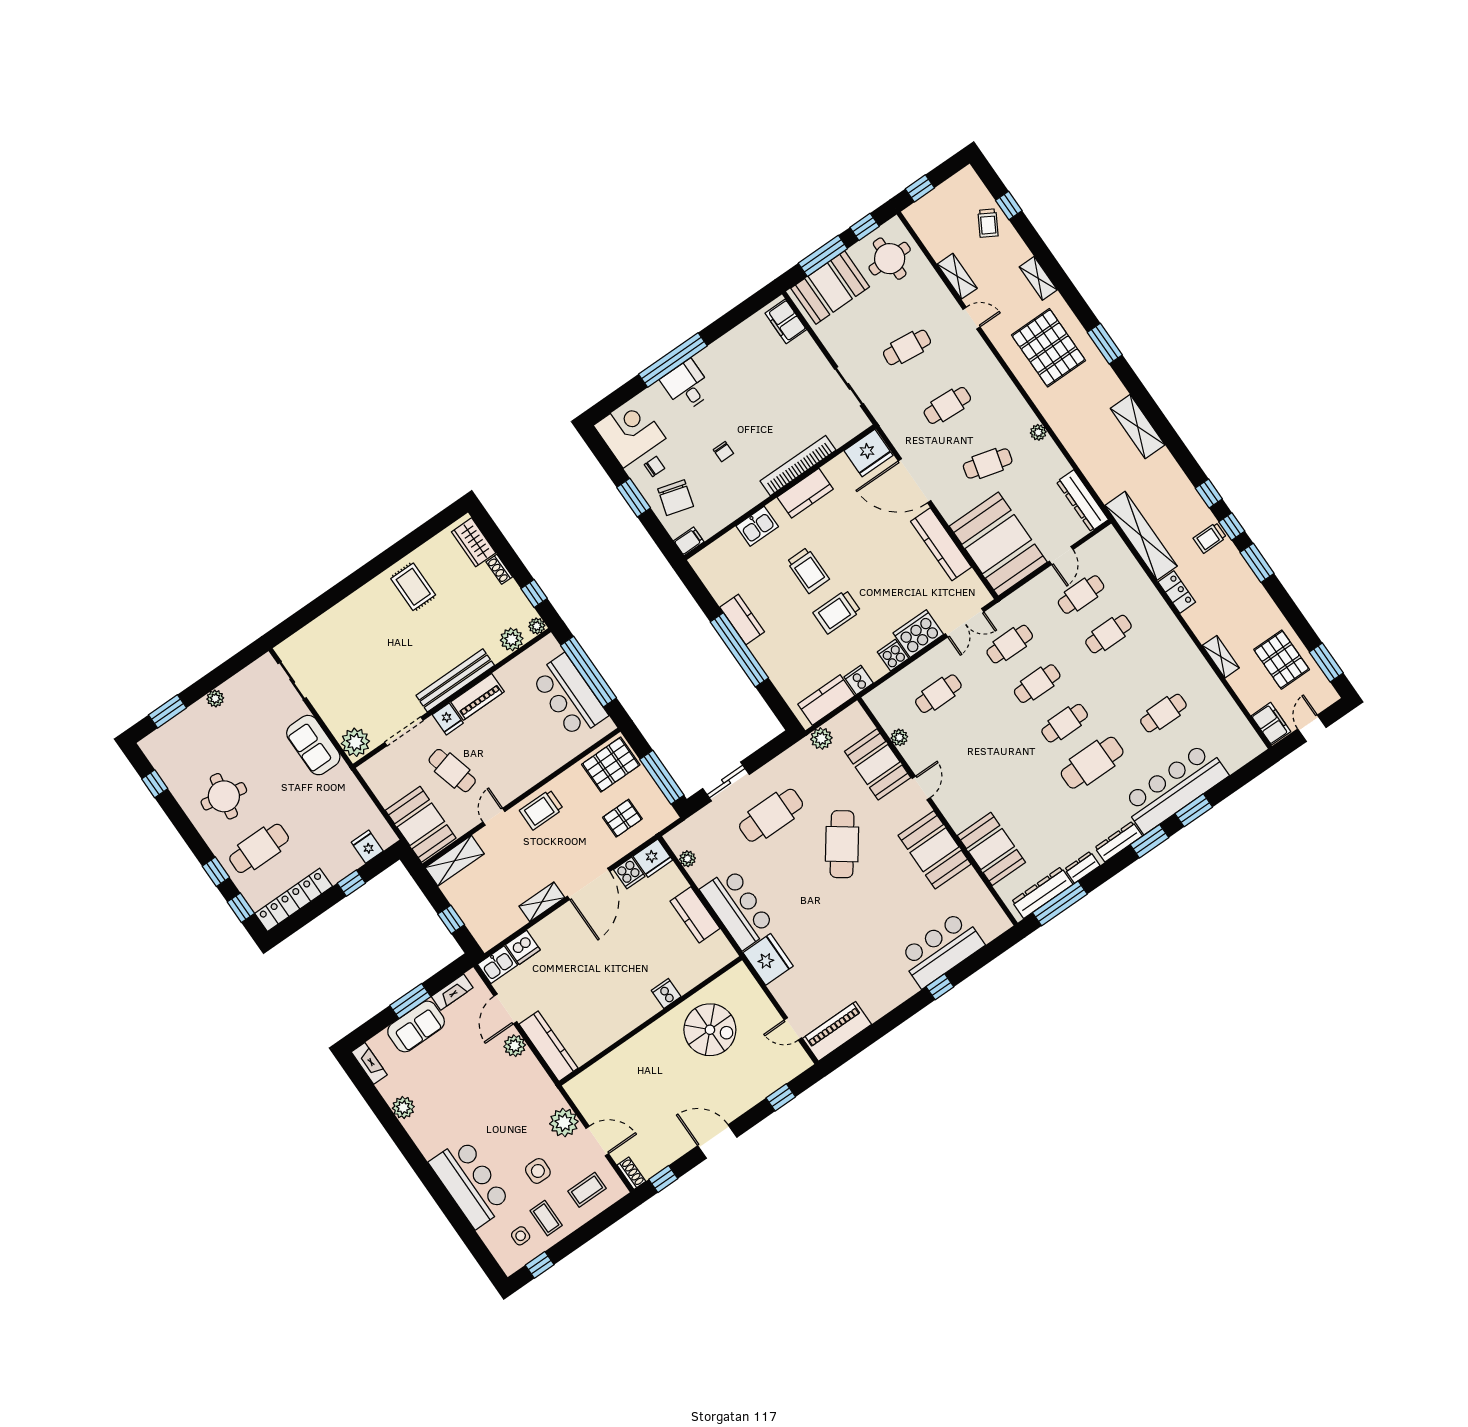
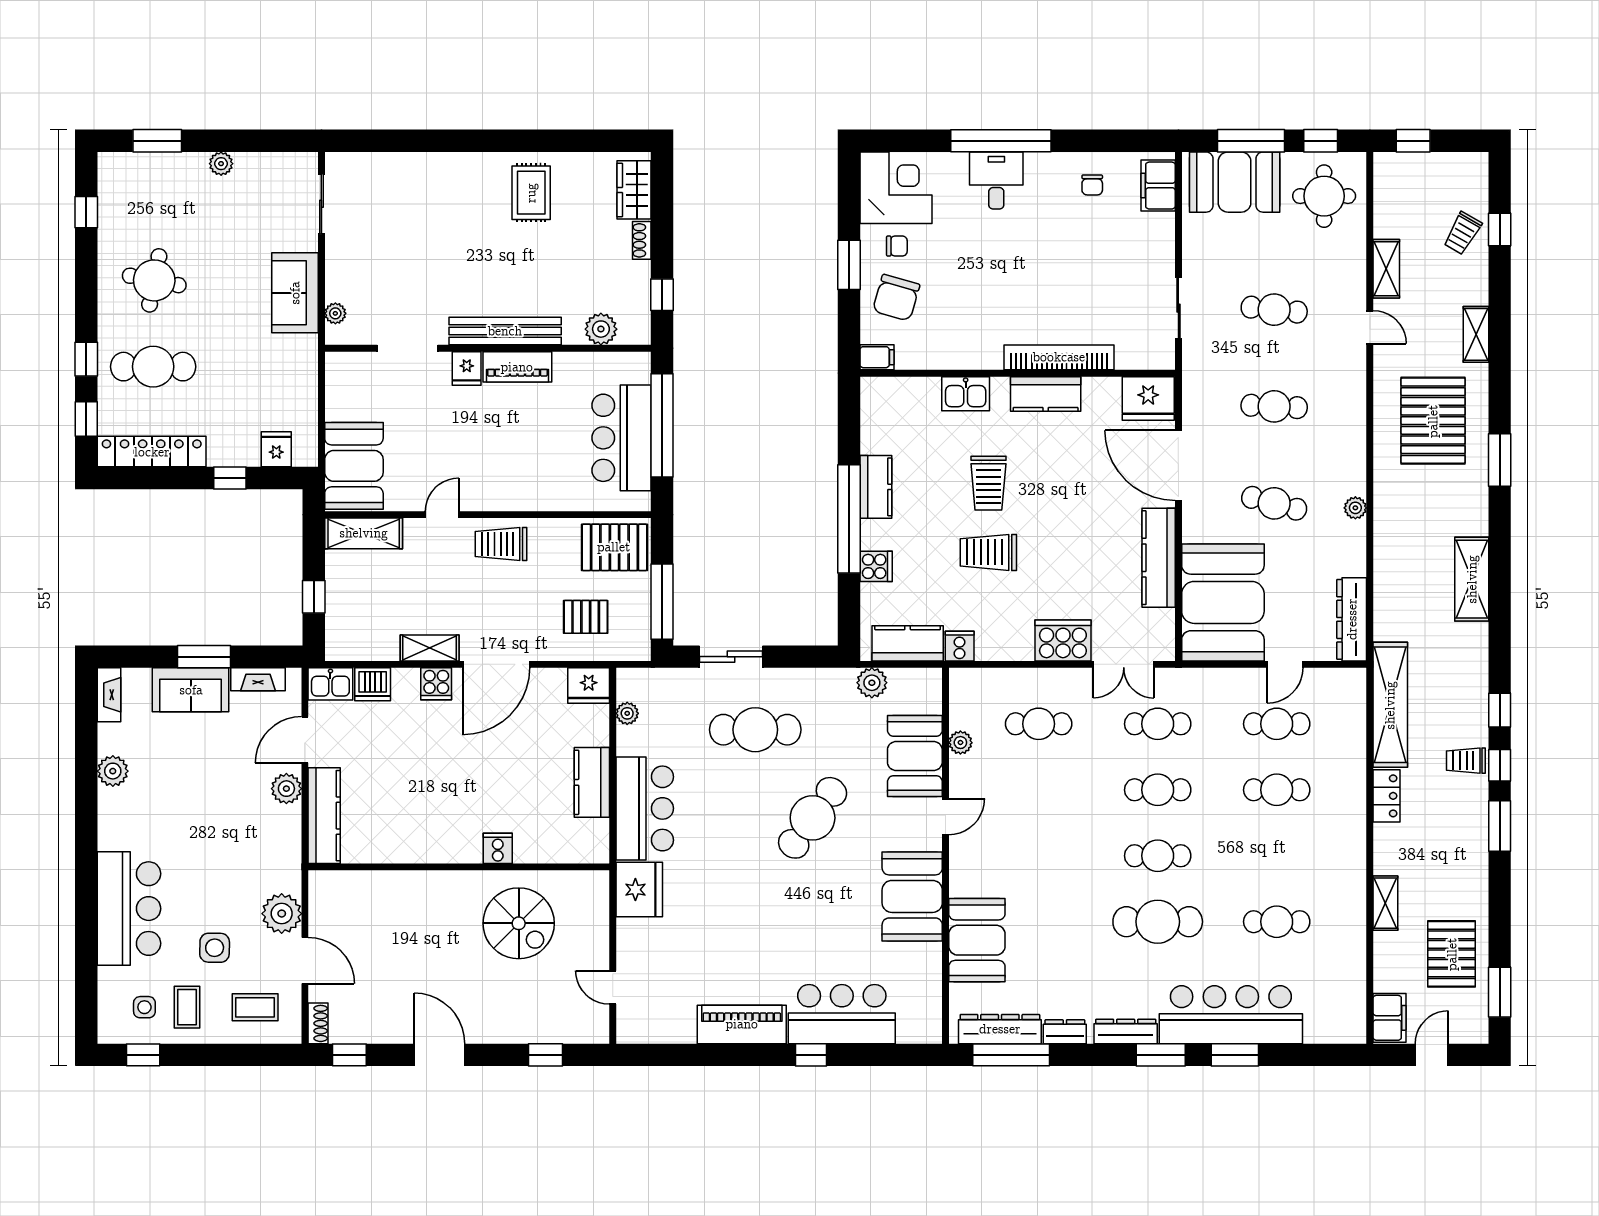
chair: (723, 452) -> (1092, 185), moved
plant: (537, 626) -> (640, 334), removed
cooker: (893, 655) -> (876, 566), moved, turned 90
plant: (355, 742) -> (335, 313), width x0.53, depth x0.53
cafe table: (452, 771) -> (431, 430), removed
cooker: (629, 873) -> (436, 684), moved
piano: (837, 1031) -> (742, 1024), moved

